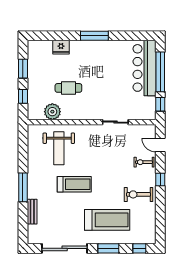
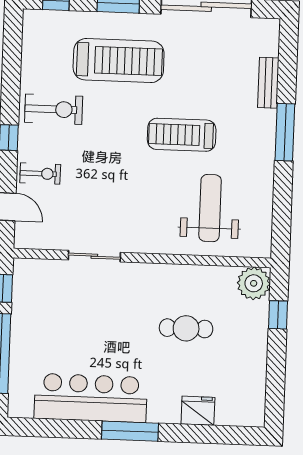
bar counter: (145, 68) -> (91, 398), moved, turned -90
window: (23, 69) -> (276, 371), removed
plant: (52, 112) -> (254, 283), moved
treadmill: (107, 220) -> (119, 61), turned 180

